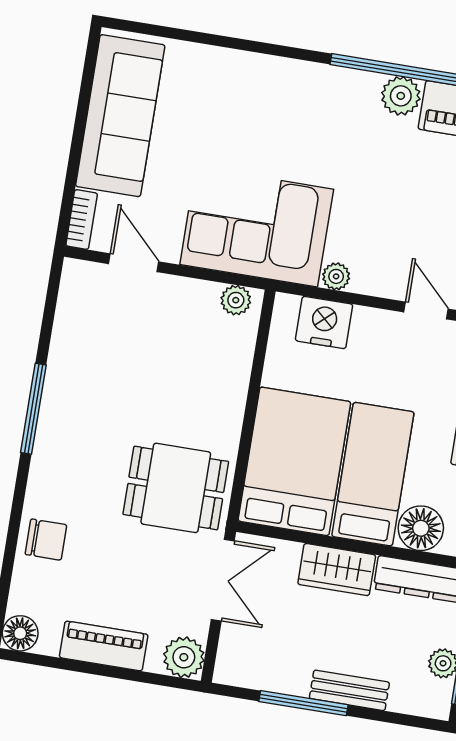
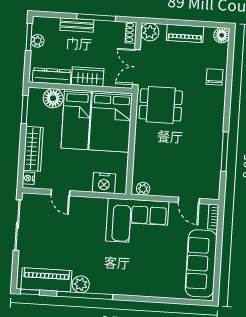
plant: (336, 276) -> (101, 203), removed
window: (33, 409) -> (225, 152), moved
chair: (46, 540) -> (215, 77), turned 90
shoe rack: (227, 661) -> (131, 33), added

